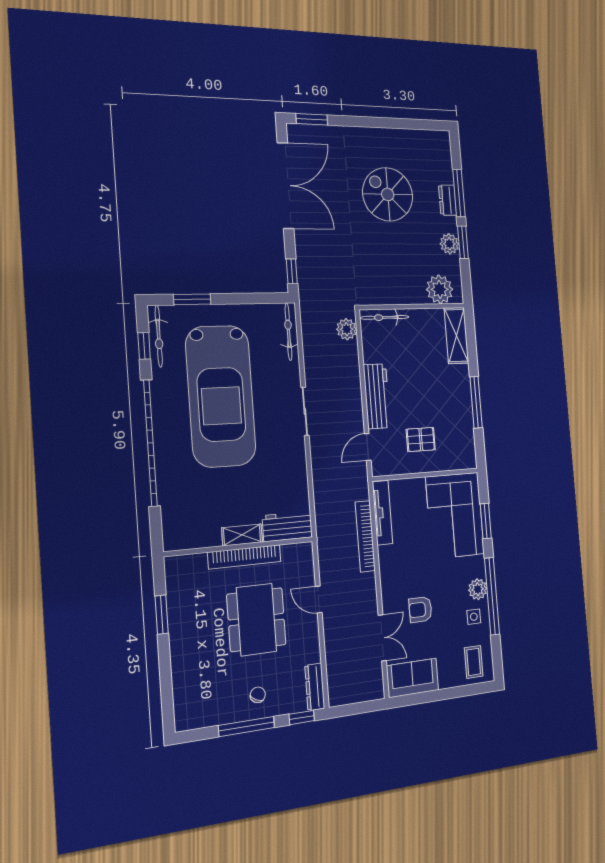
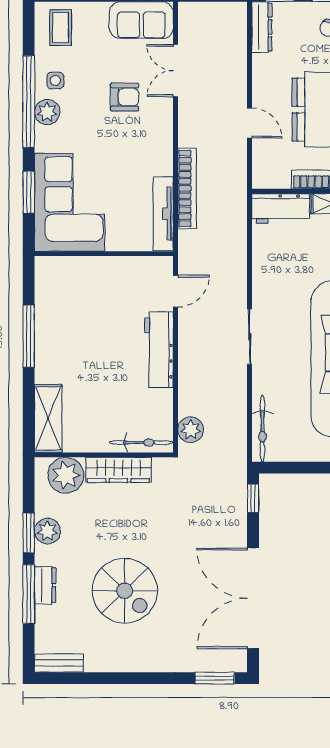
bench: (432, 137) -> (59, 663), added
wardrobe: (400, 294) -> (118, 470), added
pallet: (421, 439) -> (107, 296), removed

